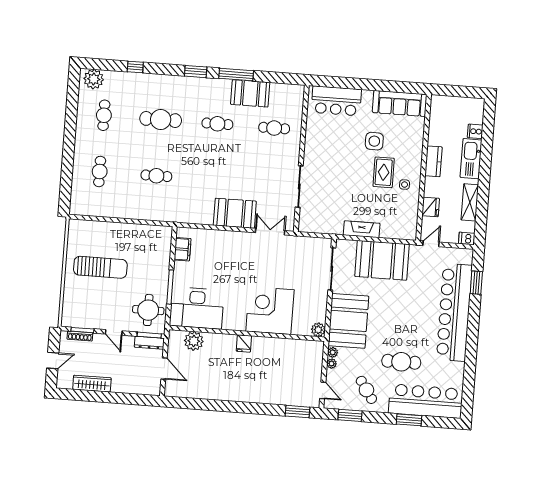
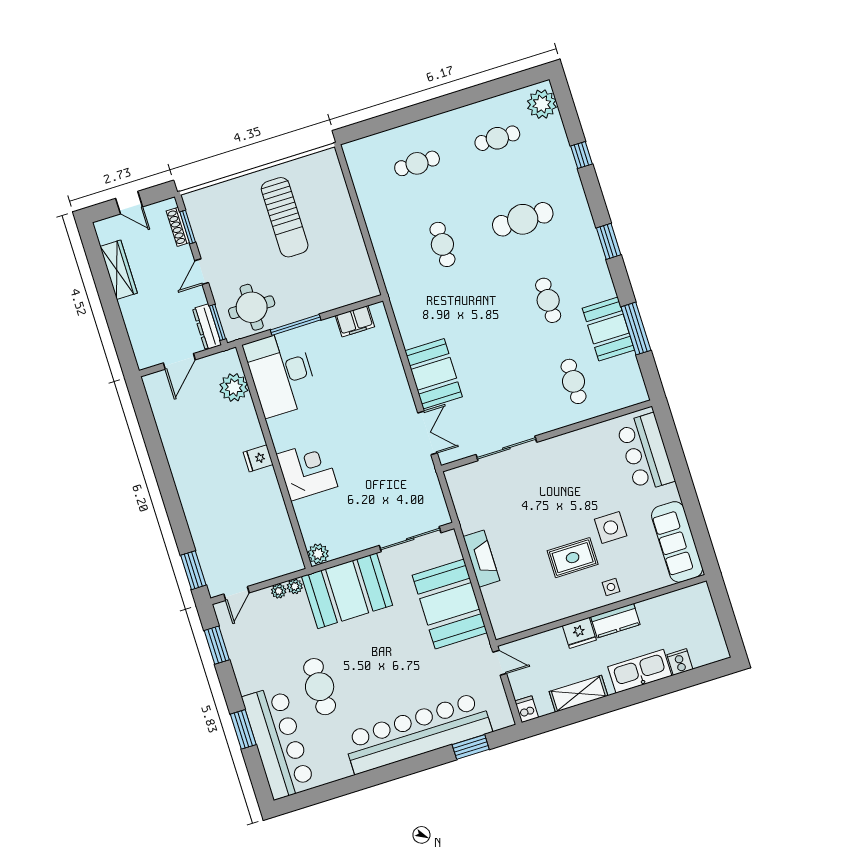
window: (236, 75) -> (636, 329), moved
cafe table: (161, 120) -> (523, 219), turned 90
side table: (405, 185) -> (611, 587), moved
fridge: (431, 207) -> (579, 633), moved
corner desk: (270, 311) -> (307, 470), width x0.74, depth x0.74
cafe table: (366, 390) -> (261, 654), removed

